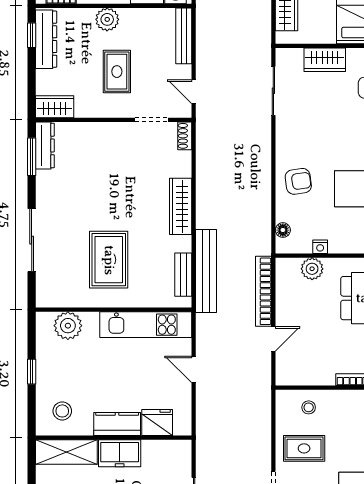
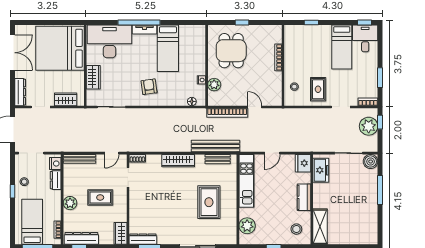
armchair: (298, 181) -> (149, 87), moved
rug: (109, 260) -> (209, 202), turned 90
fridge: (157, 422) -> (303, 163), moved
freezer: (120, 453) -> (321, 170), moved

